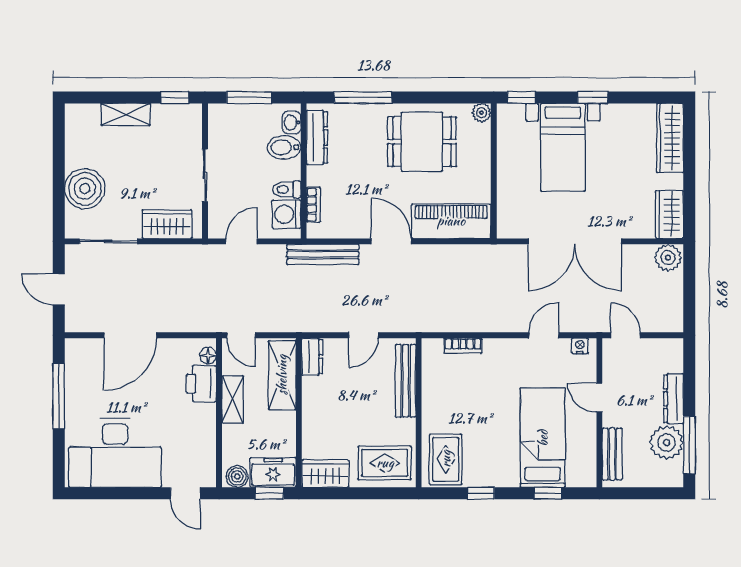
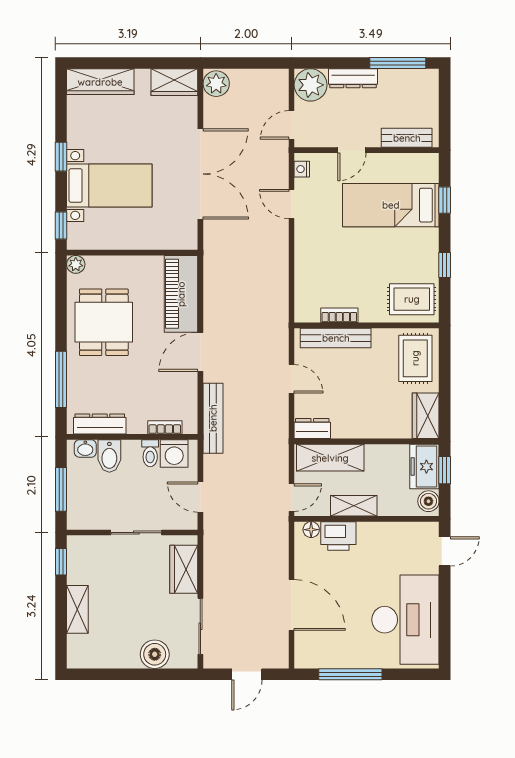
boiler: (85, 189) -> (155, 654), width x0.73, depth x0.73
bookcase: (463, 346) -> (339, 315), moved, turned -90
plant: (667, 443) -> (311, 85), moved

